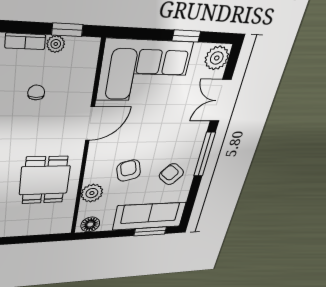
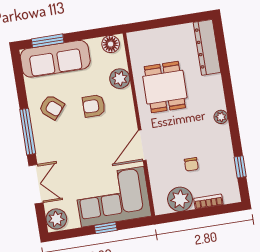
window: (67, 30) -> (181, 216), removed
window: (186, 36) -> (106, 228), moved
plant: (56, 44) -> (180, 199), width x1.88, depth x1.88
armchair: (129, 171) -> (94, 106), turned 105

